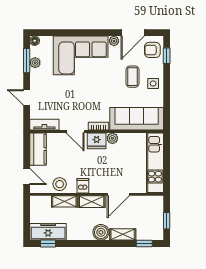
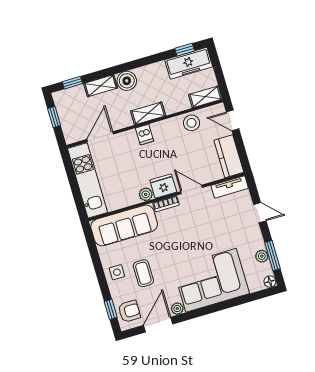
dishwasher: (83, 186) -> (145, 135), moved
door: (118, 194) -> (100, 137), moved
shelving: (64, 201) -> (205, 97), moved

